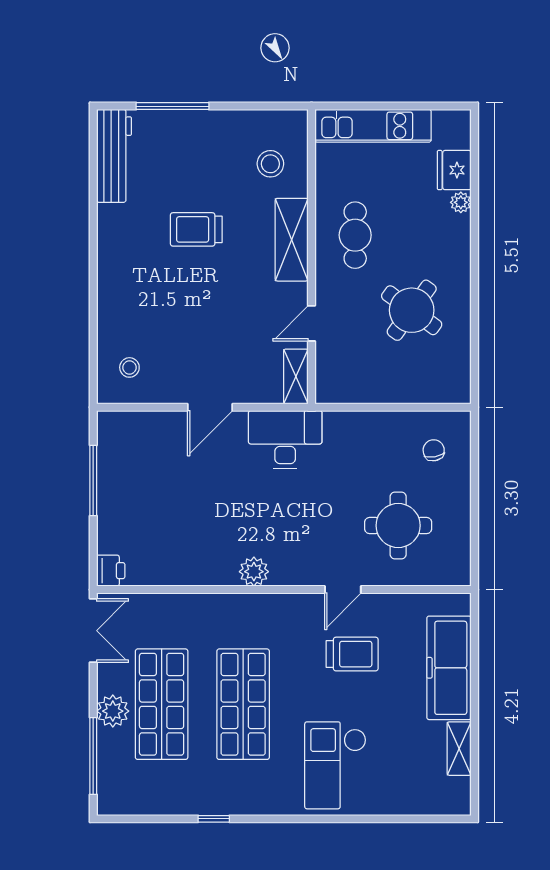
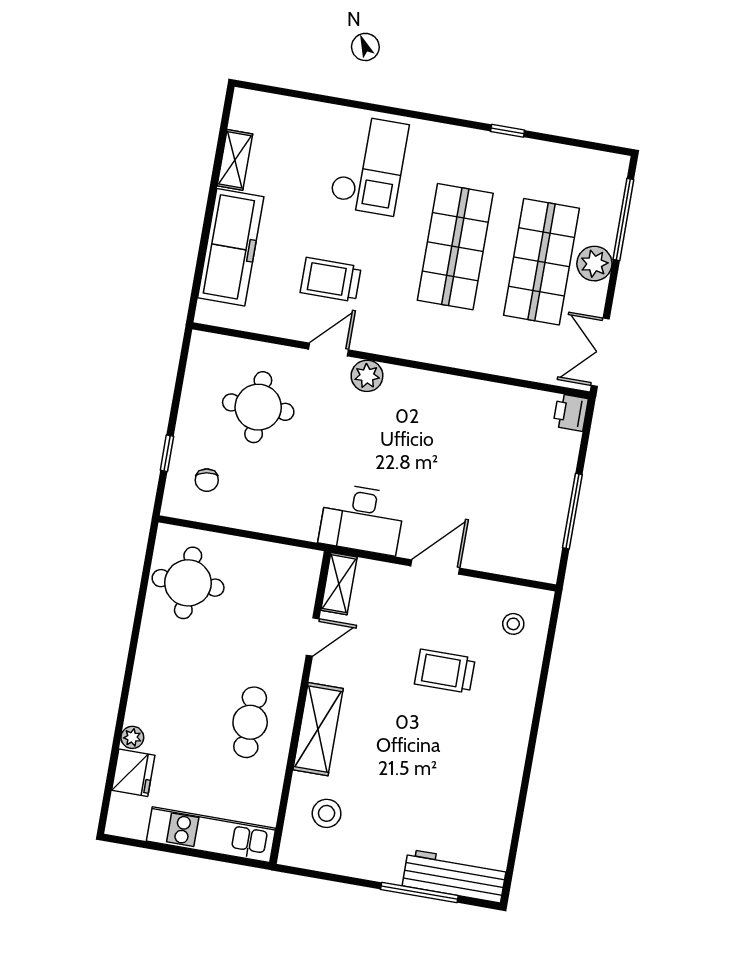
workbench: (114, 156) -> (454, 876), moved, turned 90
trolley: (196, 229) -> (445, 671), moved, turned 180
round table: (412, 310) -> (188, 583), moved, turned -36
window: (475, 469) -> (167, 453), added
plant: (254, 572) -> (367, 376), moved

